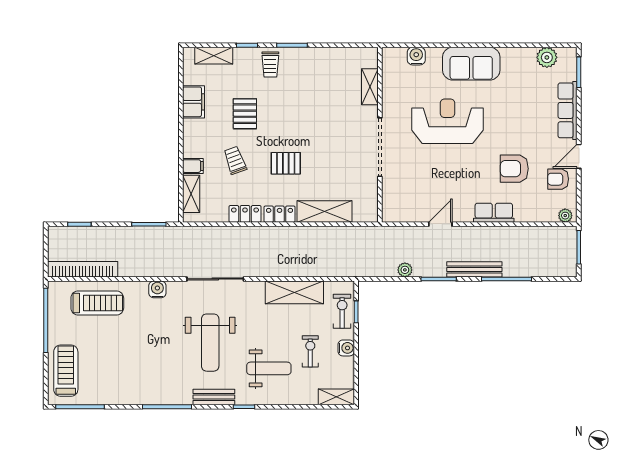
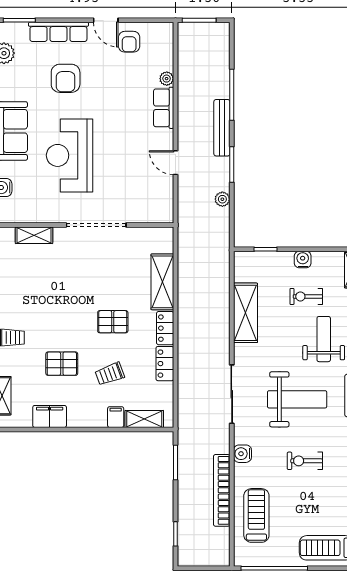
pallet: (286, 163) -> (113, 322), turned 90
armchair: (514, 169) -> (66, 78), moved
plant: (565, 216) -> (167, 79), moved
bookcase: (83, 269) -> (222, 490), moved
exercise bike: (342, 311) -> (305, 461), moved

